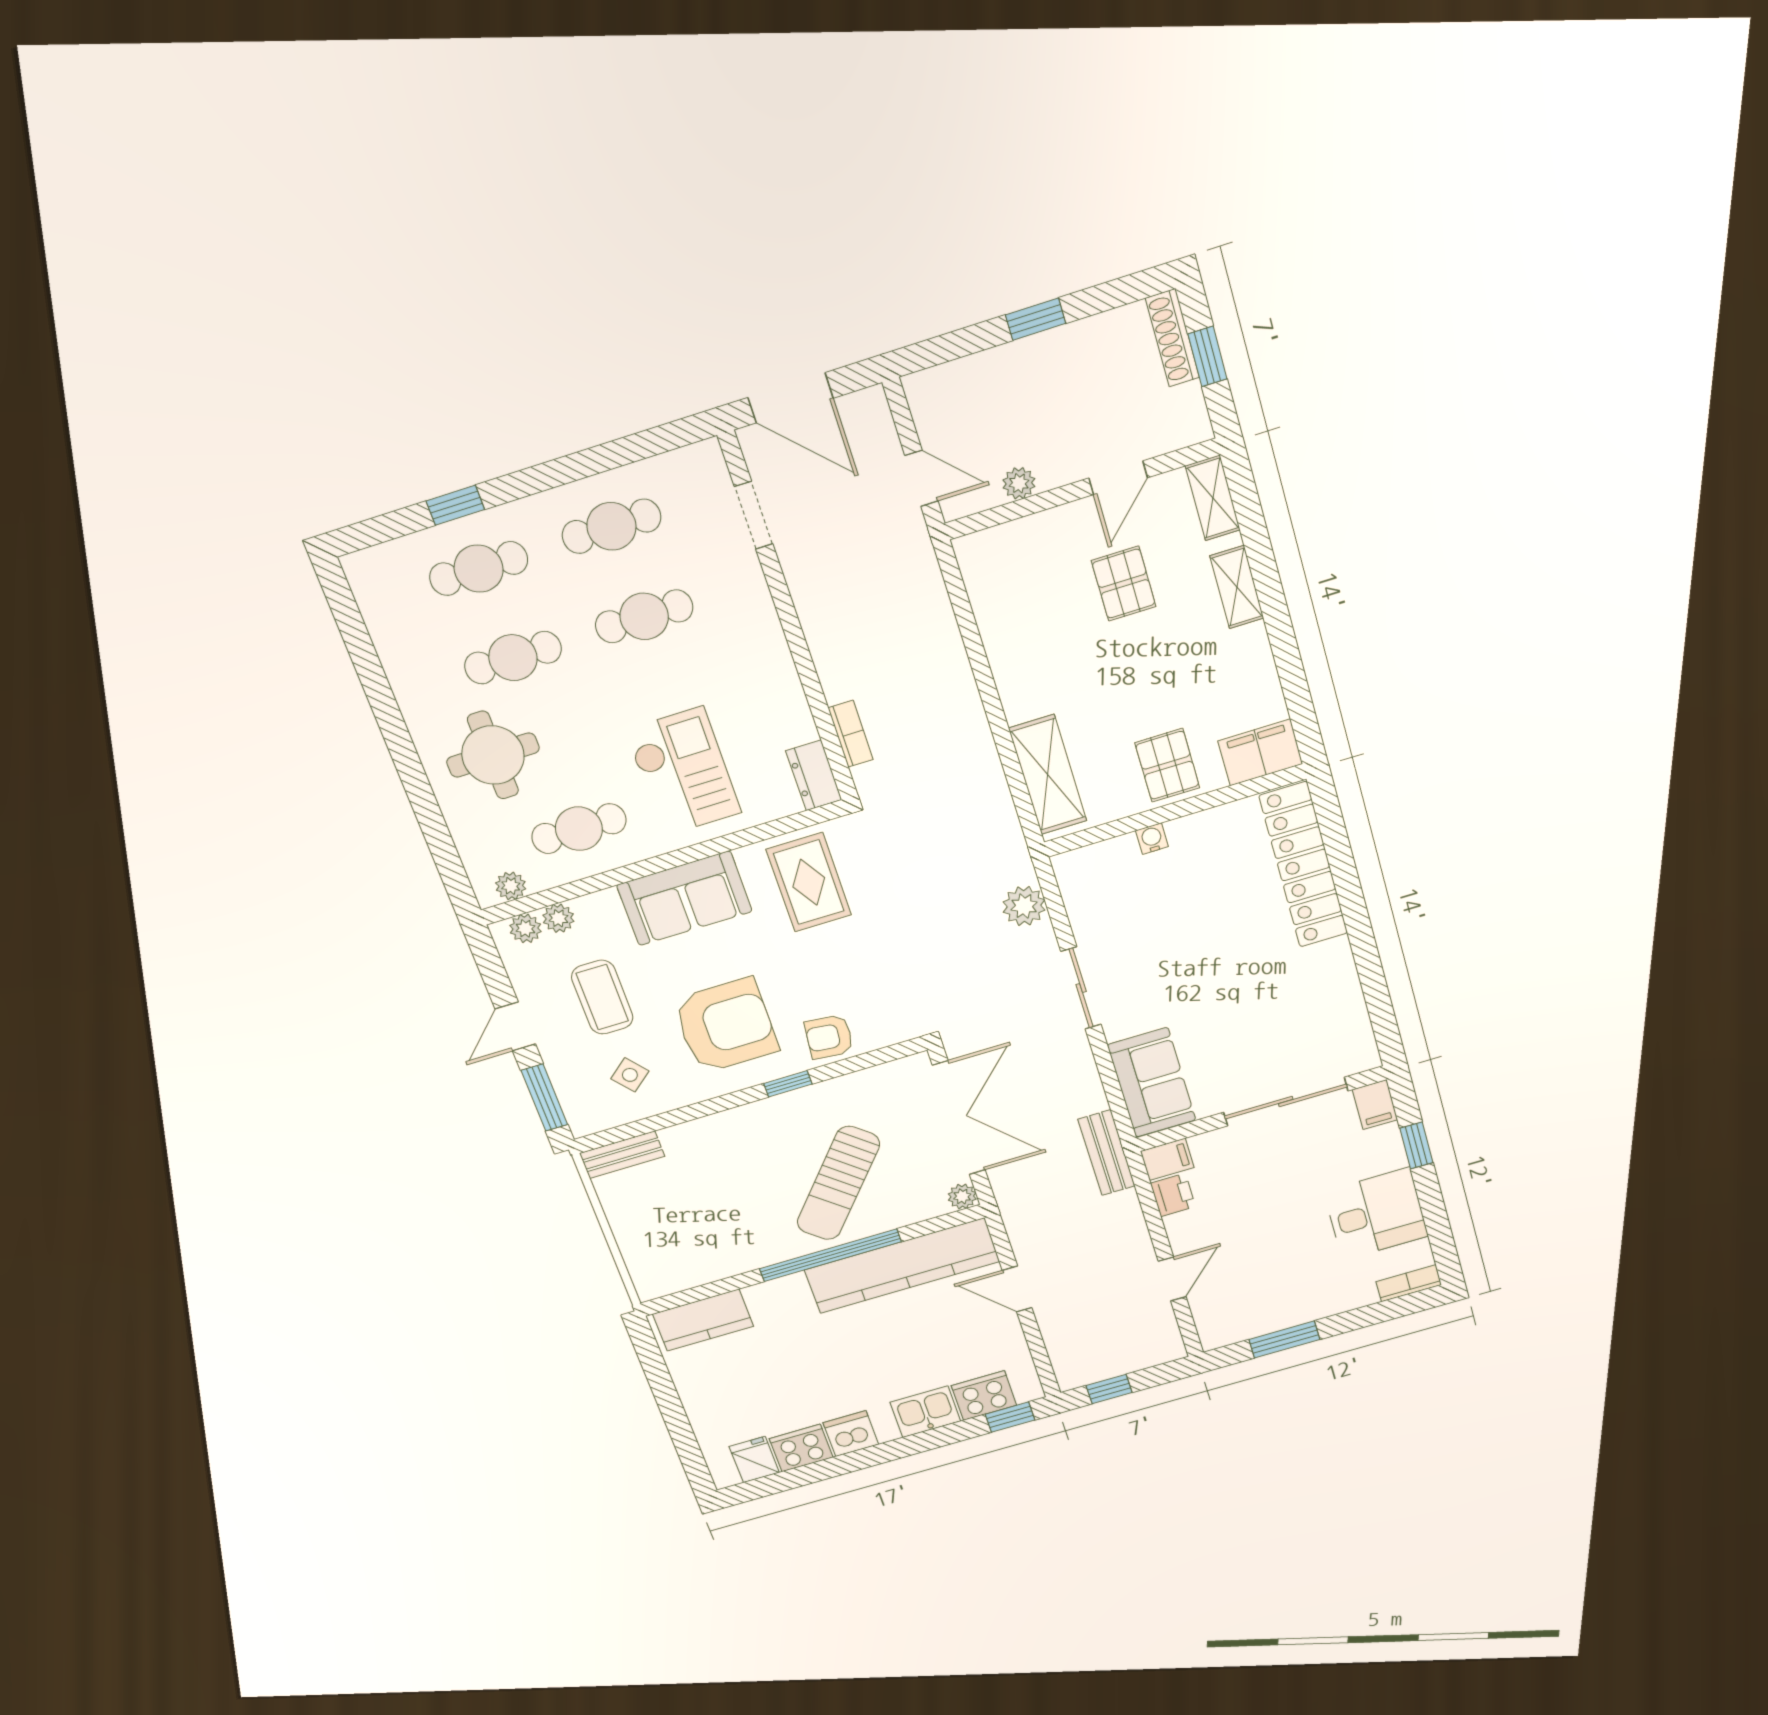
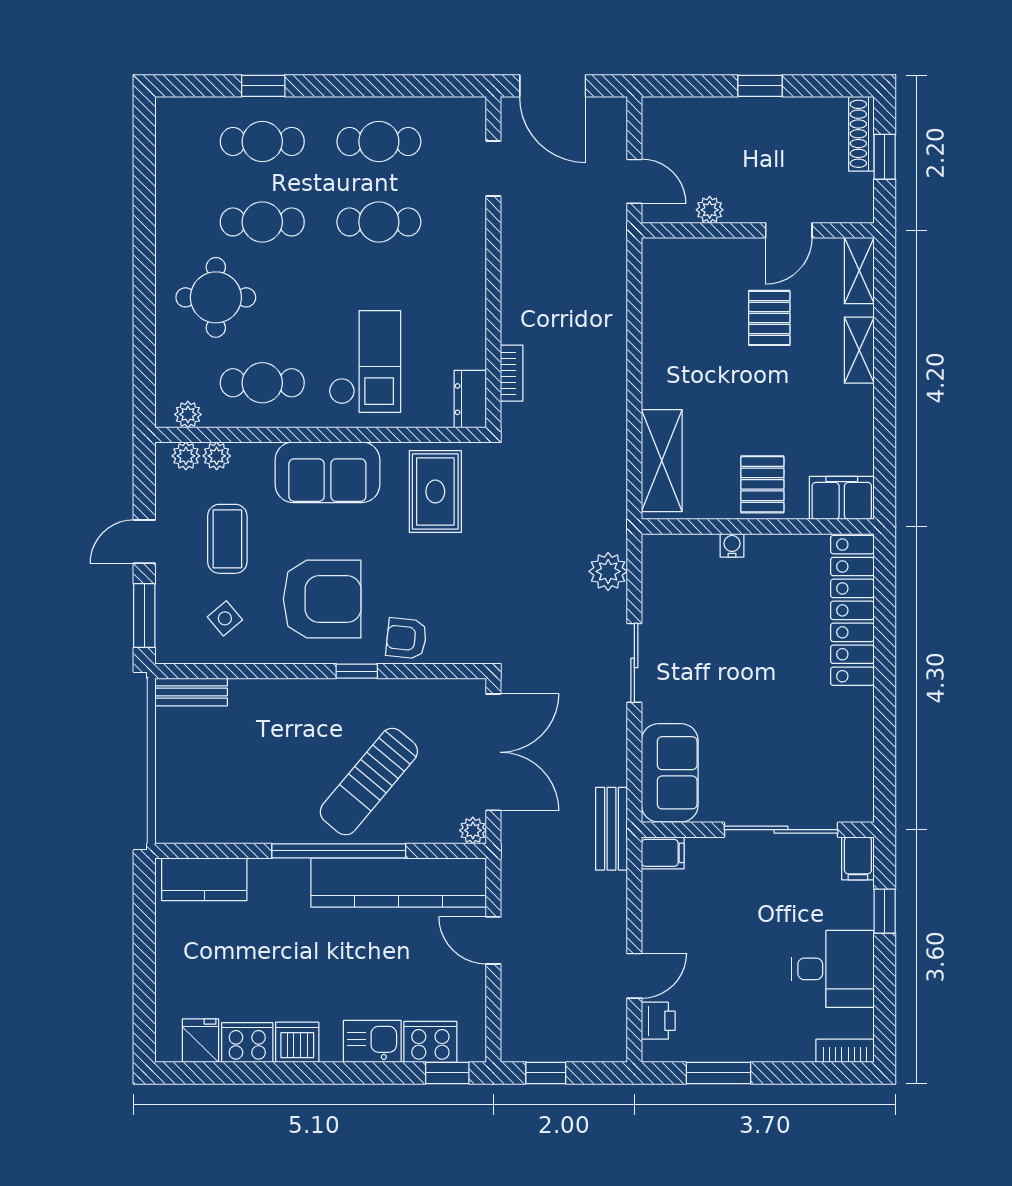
printer: (1173, 1195) -> (658, 1021), moved

